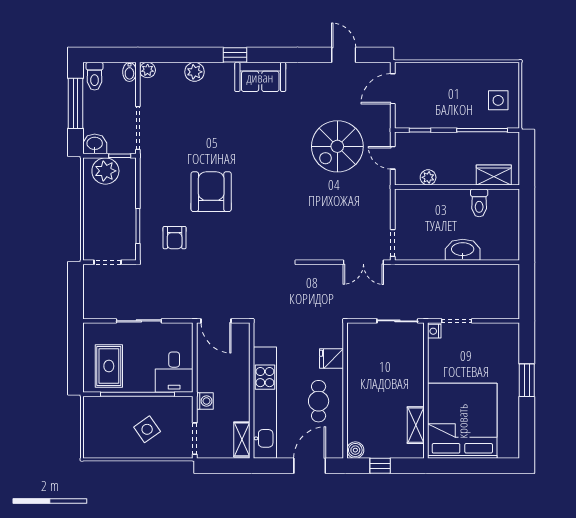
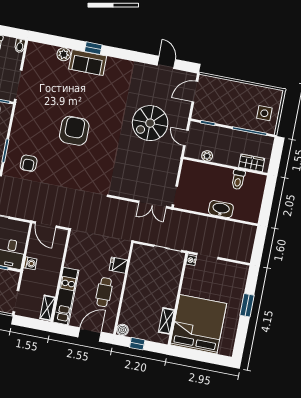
plant: (148, 70) -> (32, 47), removed
sofa: (260, 77) -> (88, 62), moved
armchair: (211, 192) -> (74, 131), moved
washing machine: (205, 401) -> (30, 263), moved
kitchen unit: (265, 403) -> (66, 296), width x0.73

